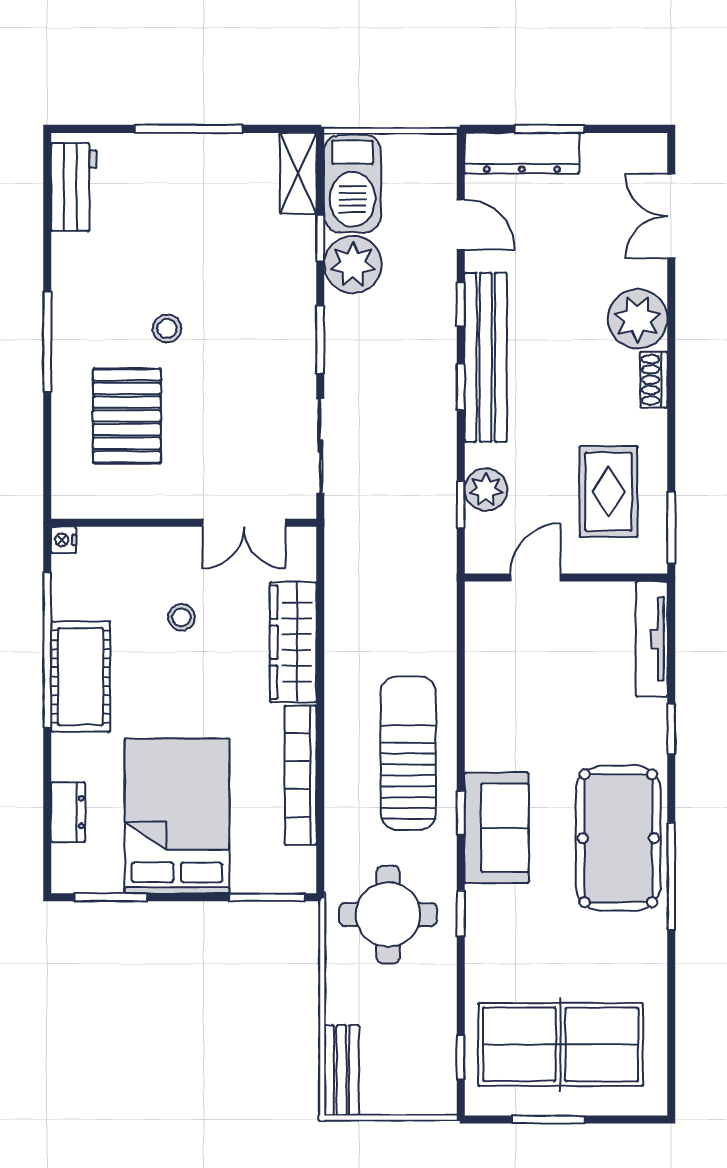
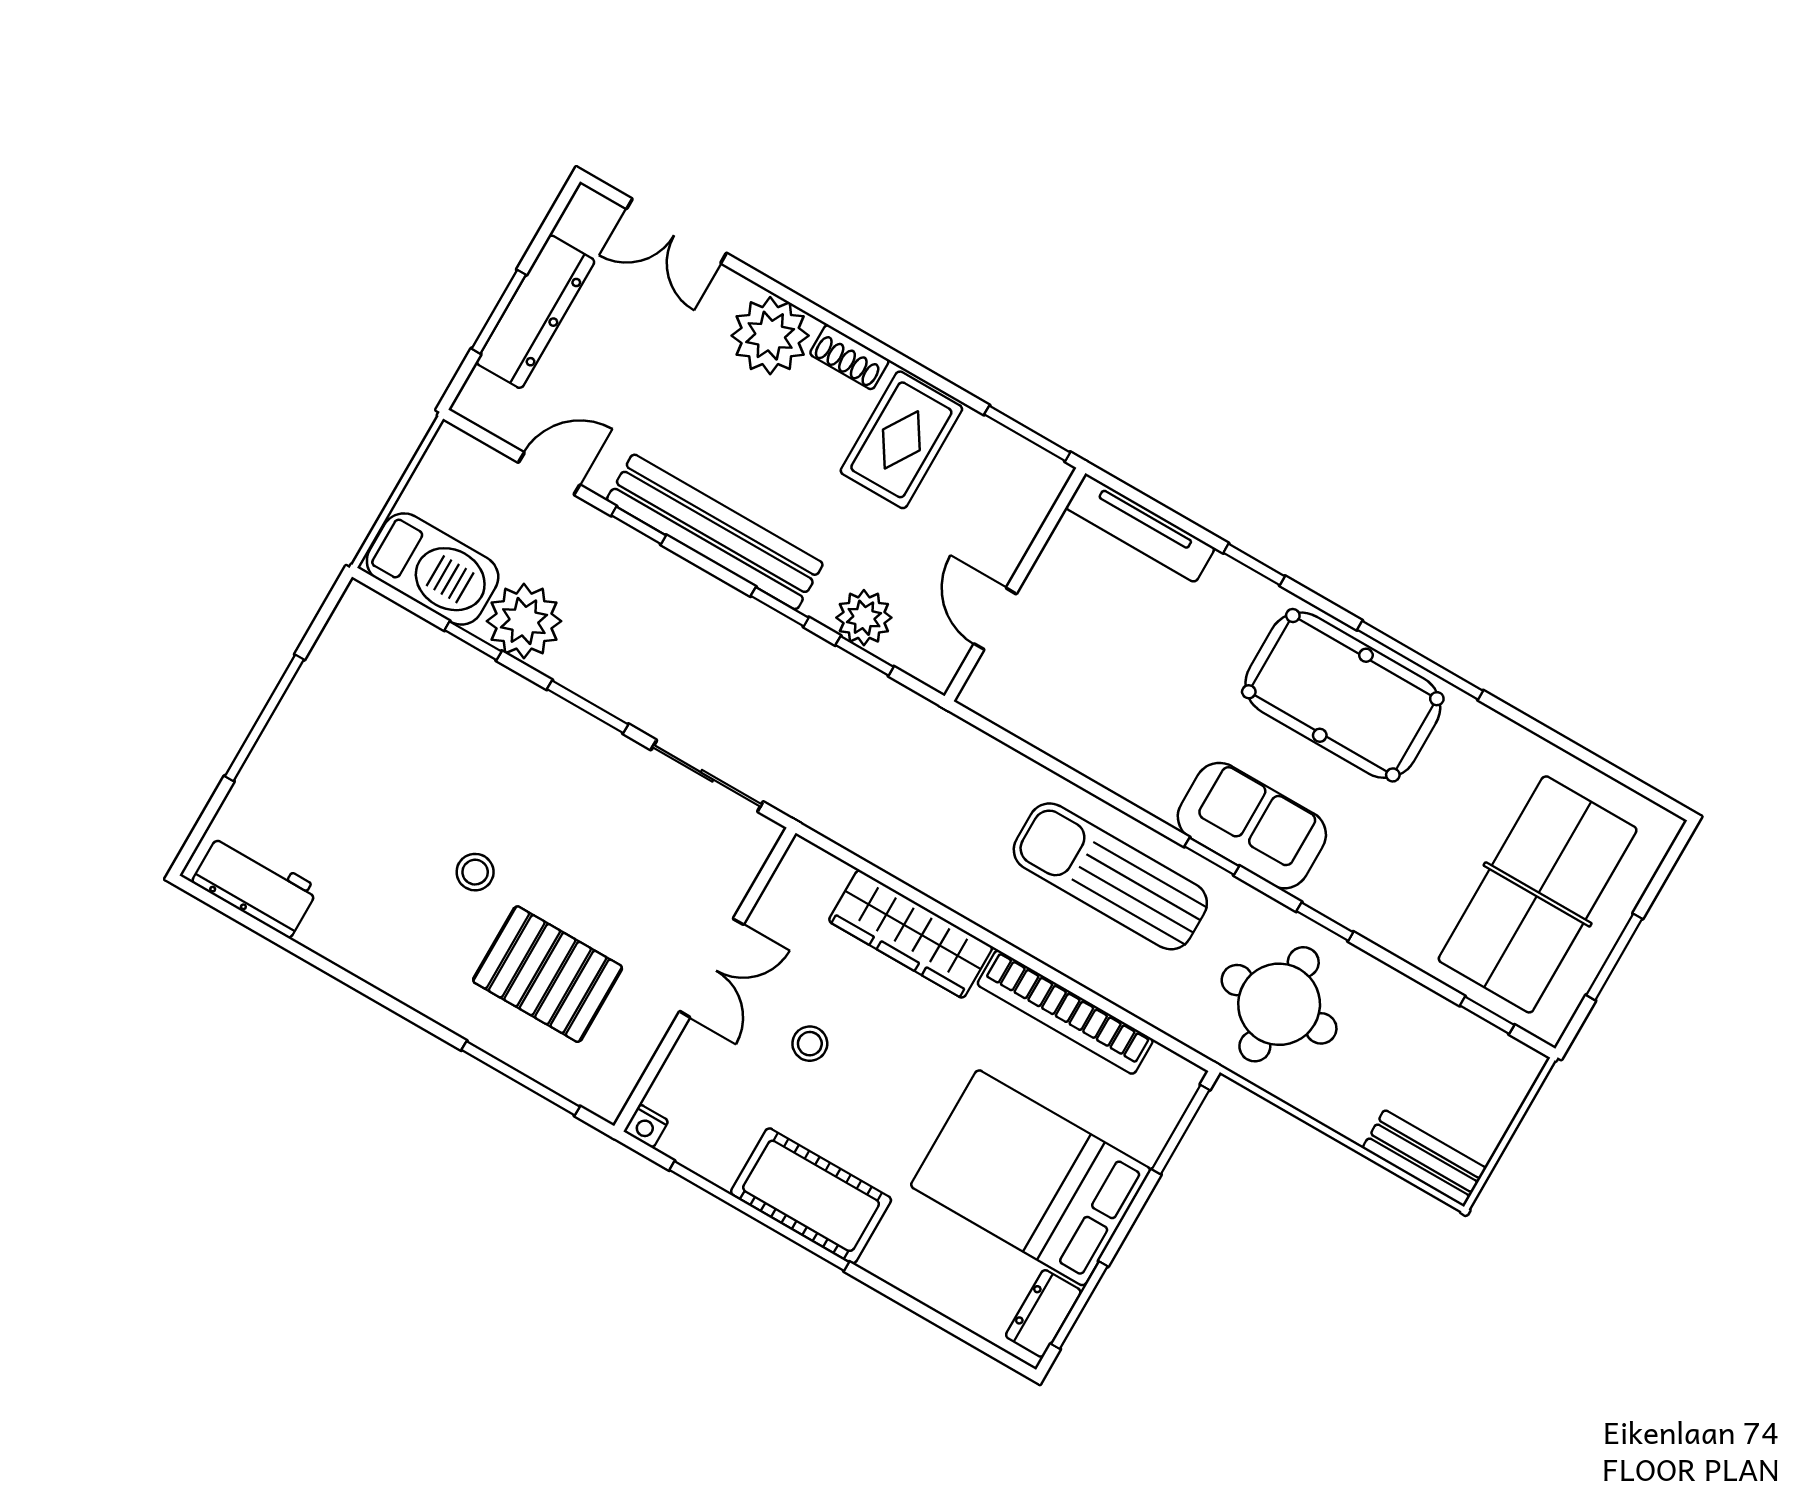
dresser: (522, 153) -> (535, 312), moved
shelving: (298, 173) -> (386, 623), removed
window: (47, 342) -> (521, 1078), moved
window: (461, 387) -> (780, 607), moved
rug: (608, 492) -> (901, 440), moved, turned 90
double door: (244, 523) -> (712, 968), moved
dresser: (68, 812) -> (1043, 1313), moved, turned -90

